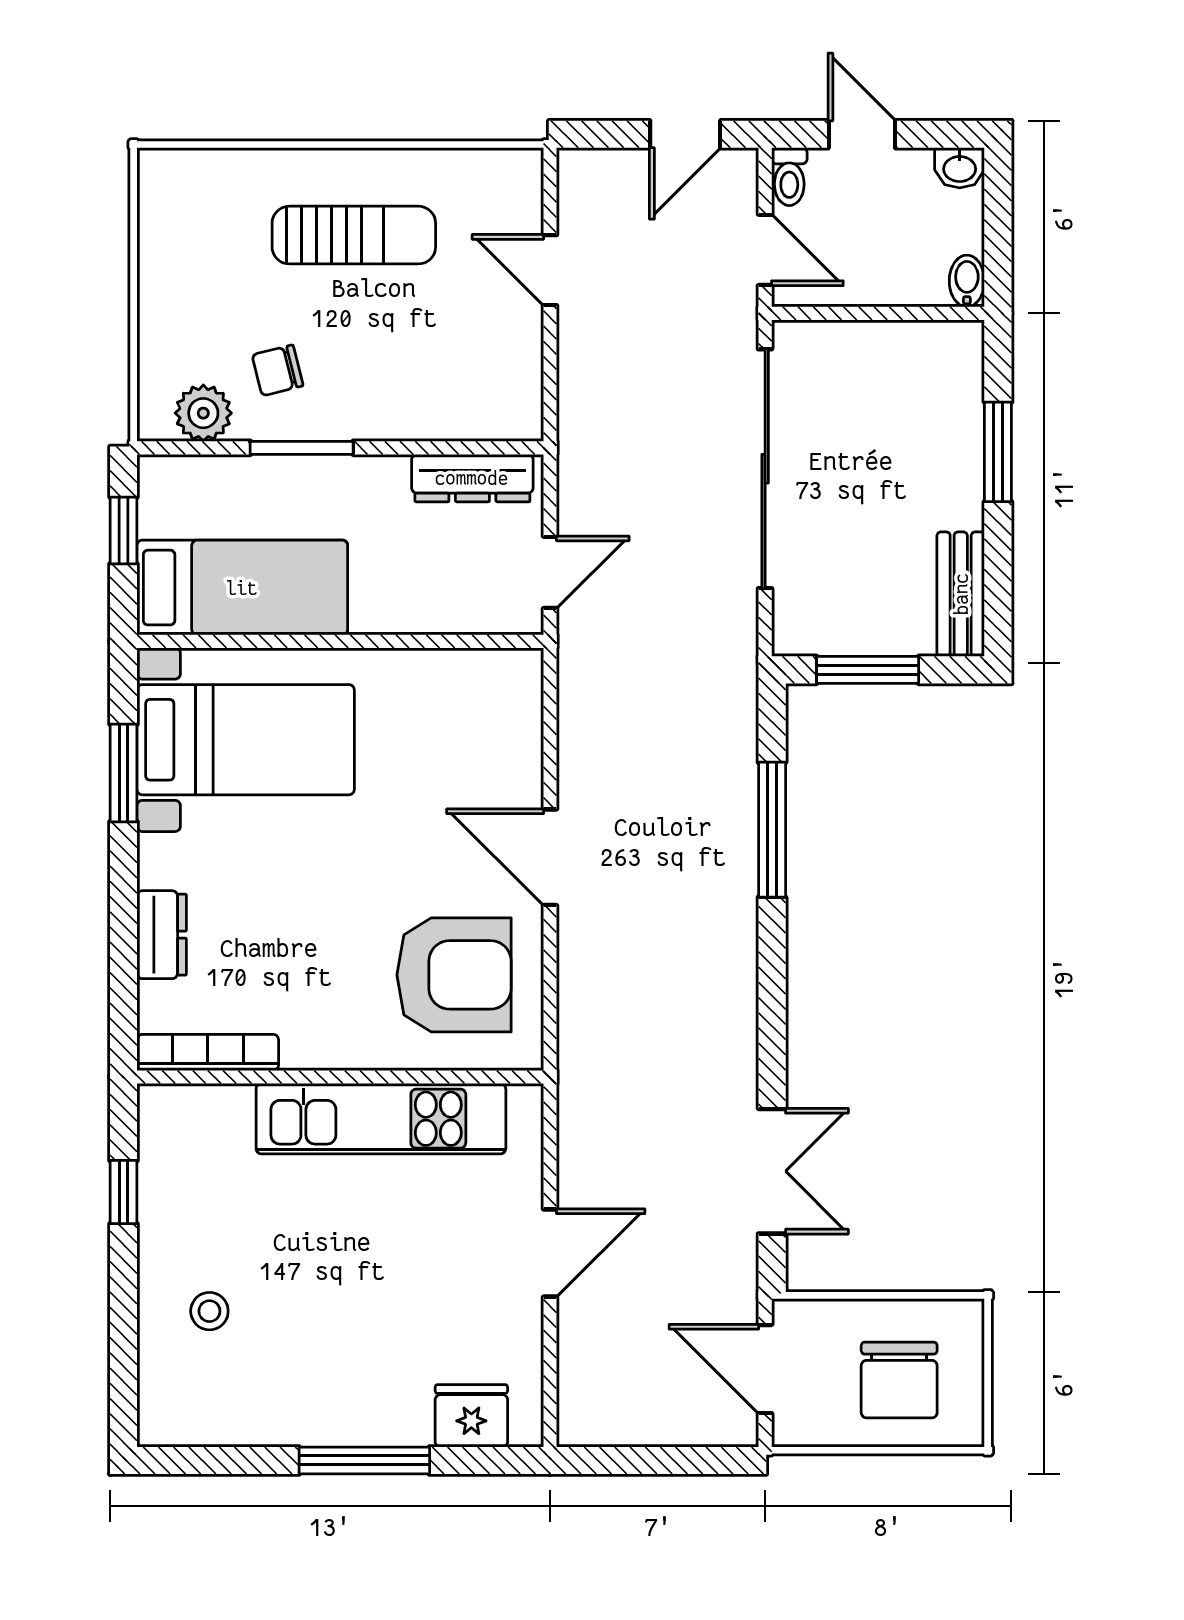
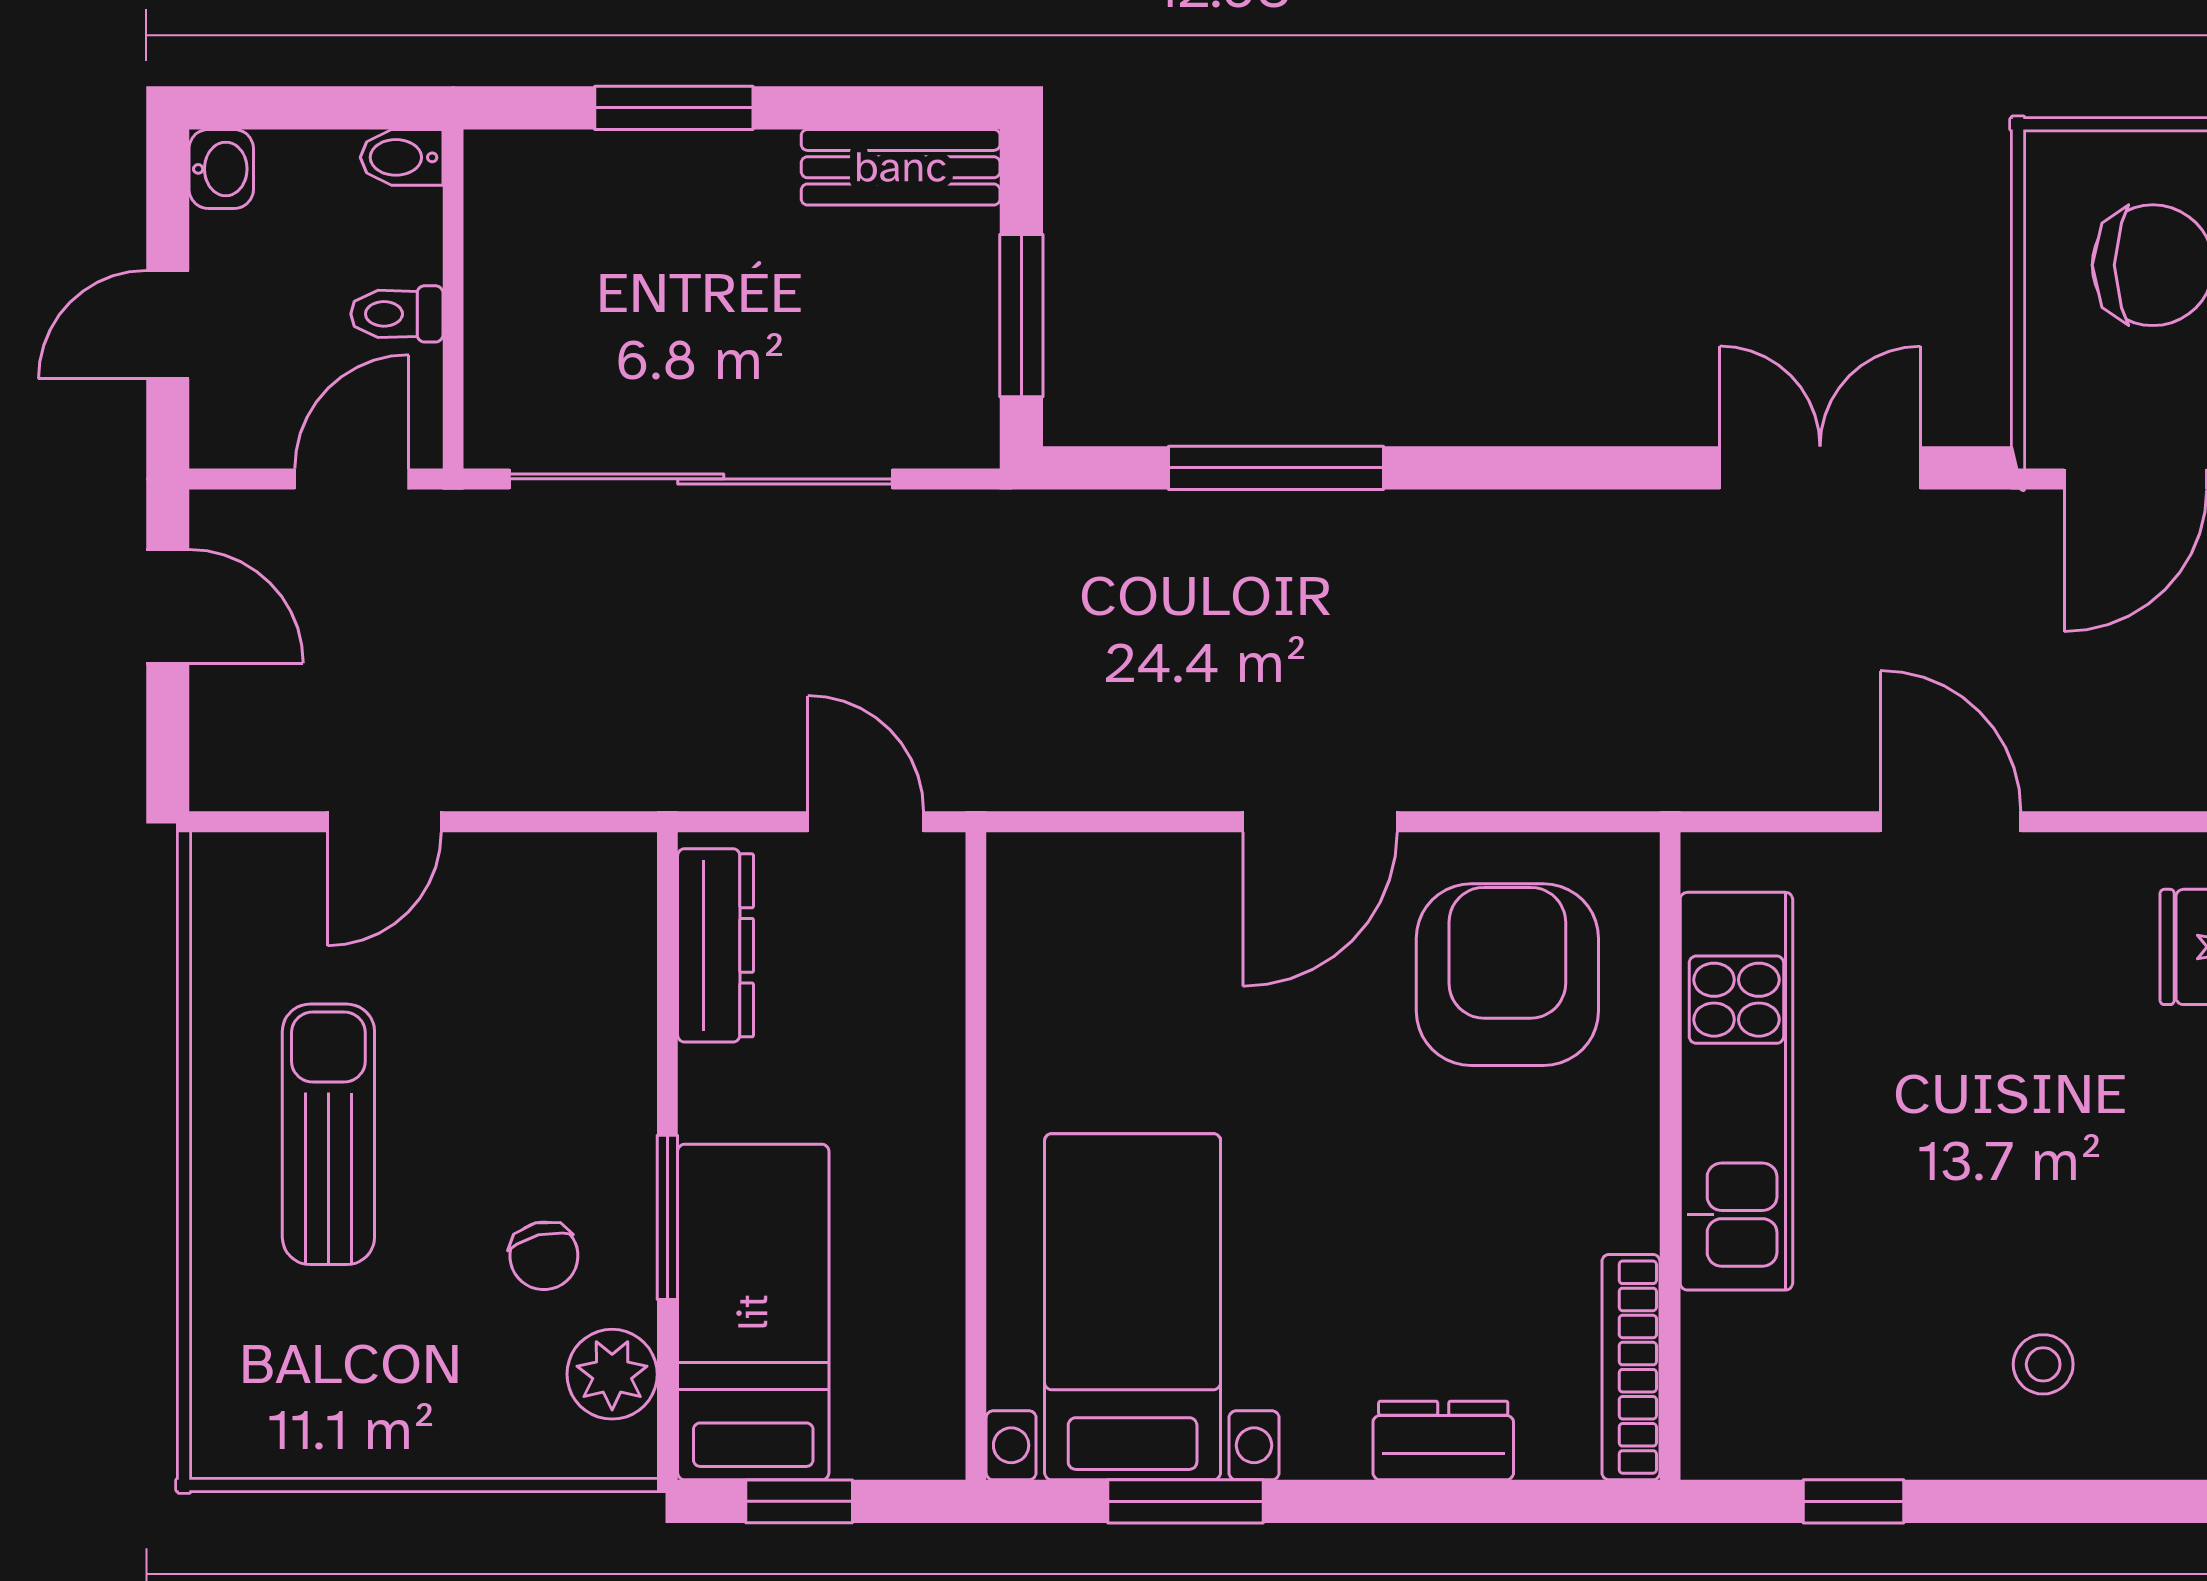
toilet: (789, 177) -> (397, 314), moved, turned 180
bed: (242, 588) -> (753, 1312), moved

